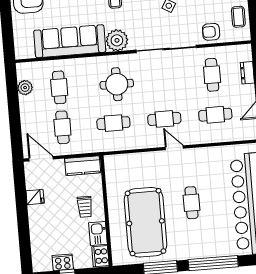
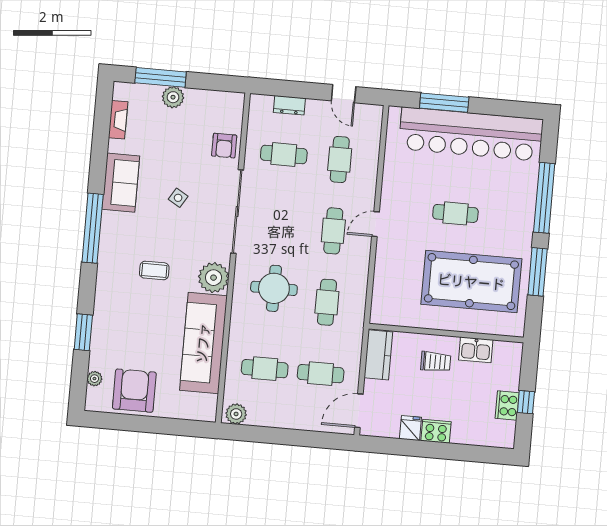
coffee table: (238, 17) -> (210, 104), removed
plant: (25, 88) -> (236, 414), moved
cooker: (100, 256) -> (436, 431), moved, turned 180

